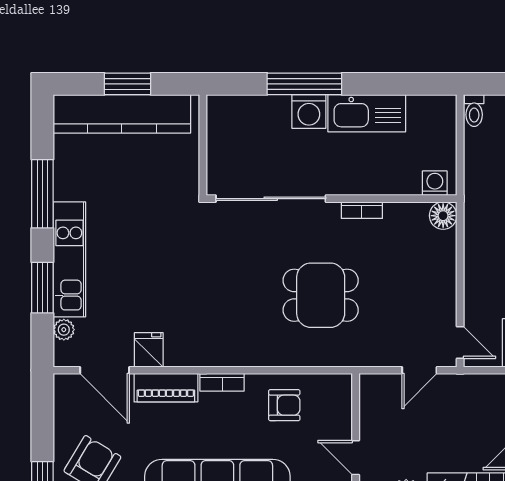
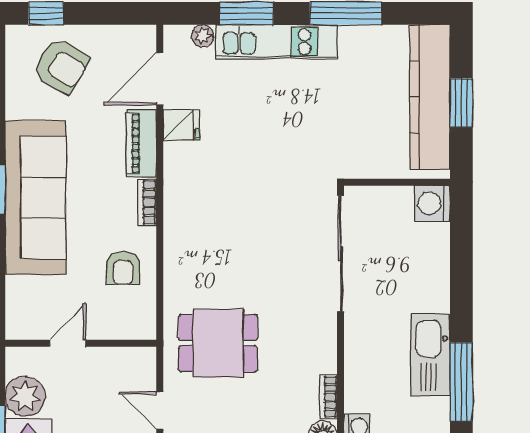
window: (304, 84) -> (461, 382), moved
washing machine: (309, 112) -> (432, 203), moved
bookcase: (362, 210) -> (328, 397), moved
dining table: (321, 295) -> (218, 343), moved, turned 90

